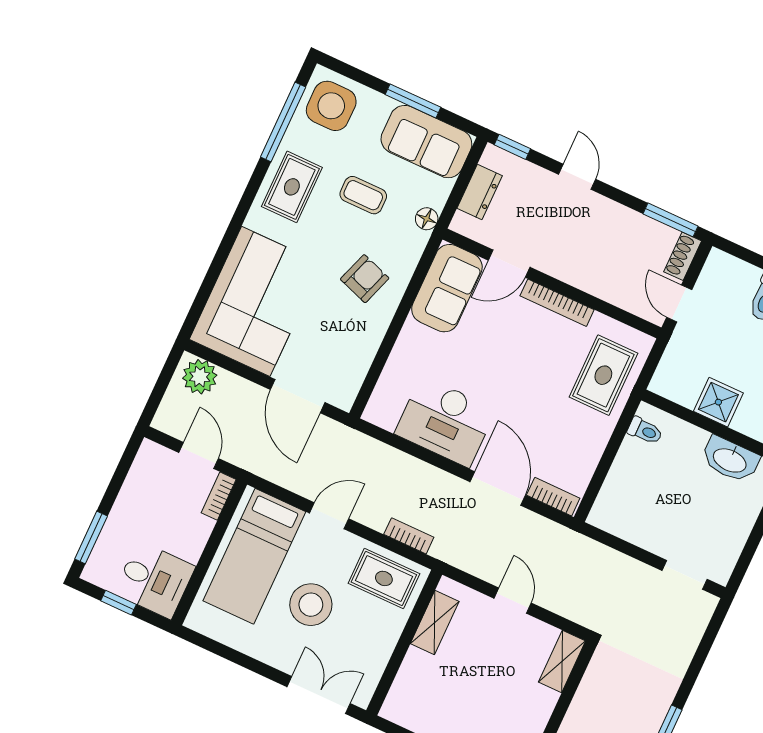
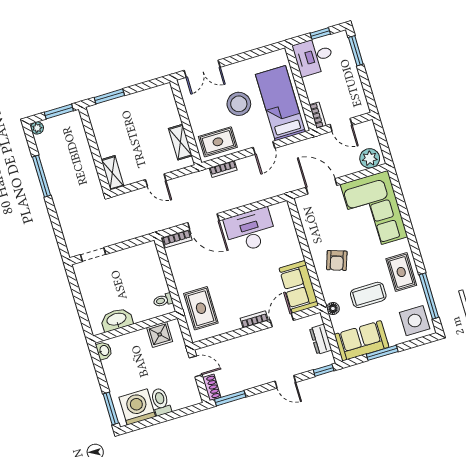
coffee table: (363, 195) -> (368, 295), width x1.36, depth x1.30
bookcase: (557, 303) -> (254, 319), width x0.64
shower: (718, 402) -> (160, 334), moved

